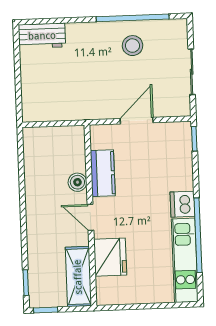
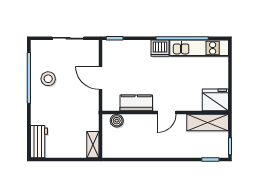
shelving: (41, 113) -> (93, 145), added
boiler: (77, 182) -> (117, 121), moved
fridge: (110, 257) -> (215, 100), moved

